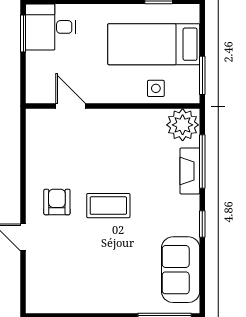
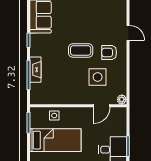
door: (70, 106) -> (102, 106), hinge flipped
plant: (183, 125) -> (122, 99), moved, width x0.53, depth x0.53
side table: (78, 158) -> (98, 77), added
armchair: (57, 202) -> (109, 52), turned 90

